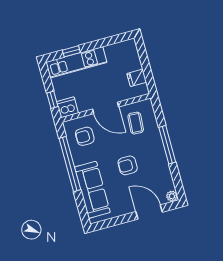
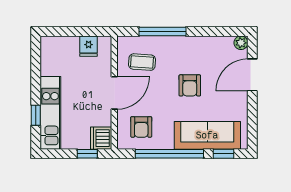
window: (167, 145) -> (162, 32), moved
window: (81, 206) -> (223, 154), added

